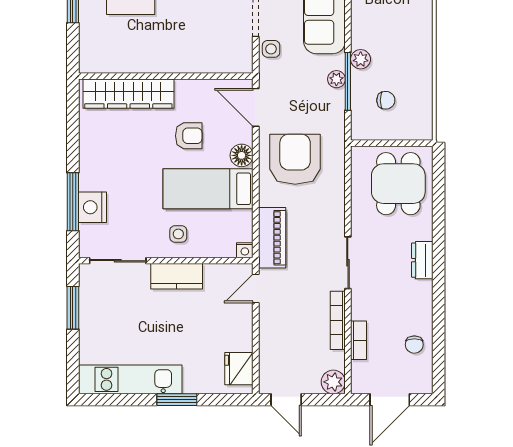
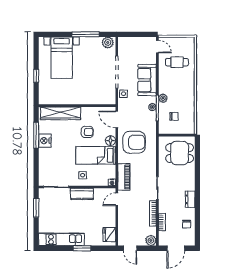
armchair: (295, 159) -> (134, 142), turned 90
dining table: (398, 184) -> (180, 153), turned 90
window: (73, 202) -> (36, 135), moved
nightstand: (92, 207) -> (45, 141), moved
dresser: (422, 260) -> (190, 199), moved

